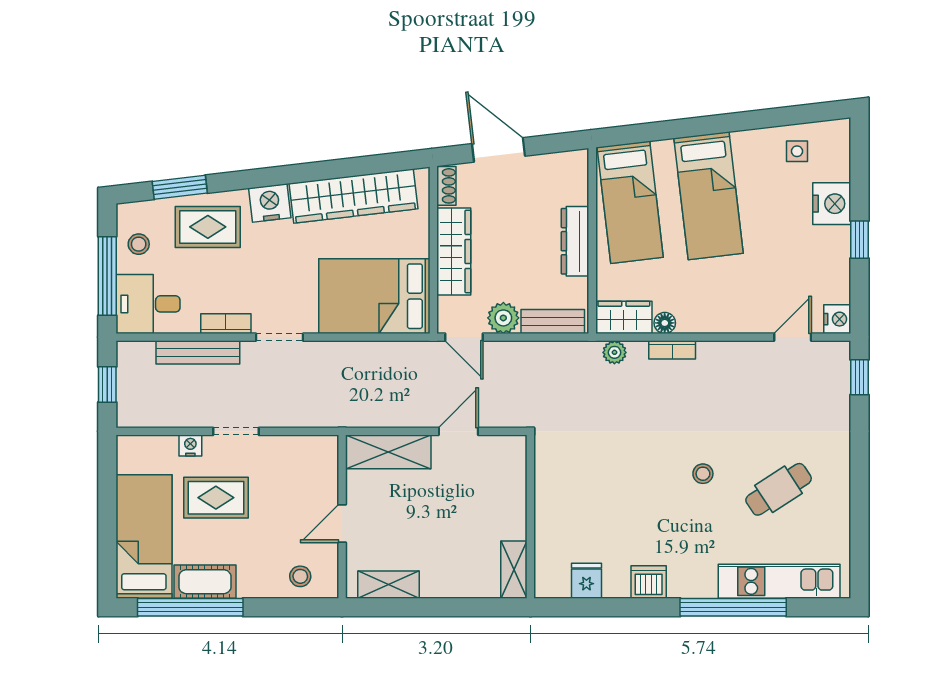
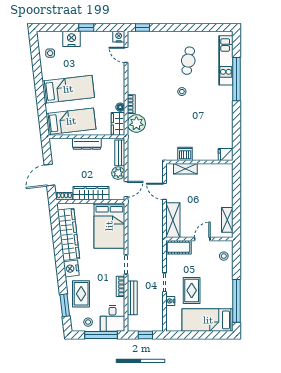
plant: (614, 352) -> (136, 123), width x1.88, depth x1.88
cafe table: (779, 489) -> (188, 61), turned 42
door: (342, 524) -> (202, 239), swing flipped
shelving: (514, 570) -> (185, 169), moved
fridge: (586, 581) -> (226, 154), moved
cot: (205, 582) -> (179, 247), moved, turned 90
dishwasher: (649, 582) -> (185, 154), moved, turned 90

